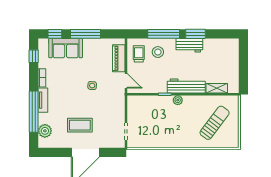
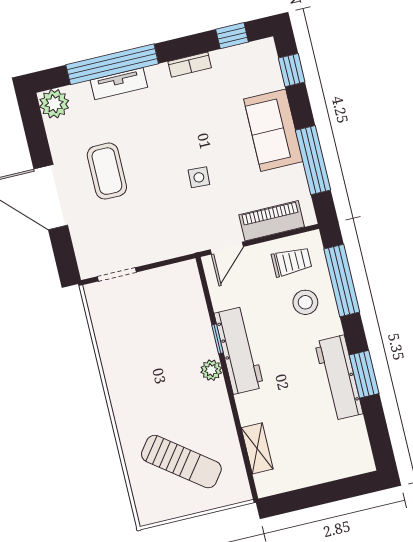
window: (86, 34) -> (313, 160), moved
window: (164, 34) -> (342, 280), moved
workbench: (189, 45) -> (339, 378), width x1.38
sofa: (66, 48) -> (273, 130), moved
workbench: (186, 86) -> (239, 350), moved
tv unit: (43, 100) -> (119, 84), moved
plant: (45, 131) -> (54, 104), moved

